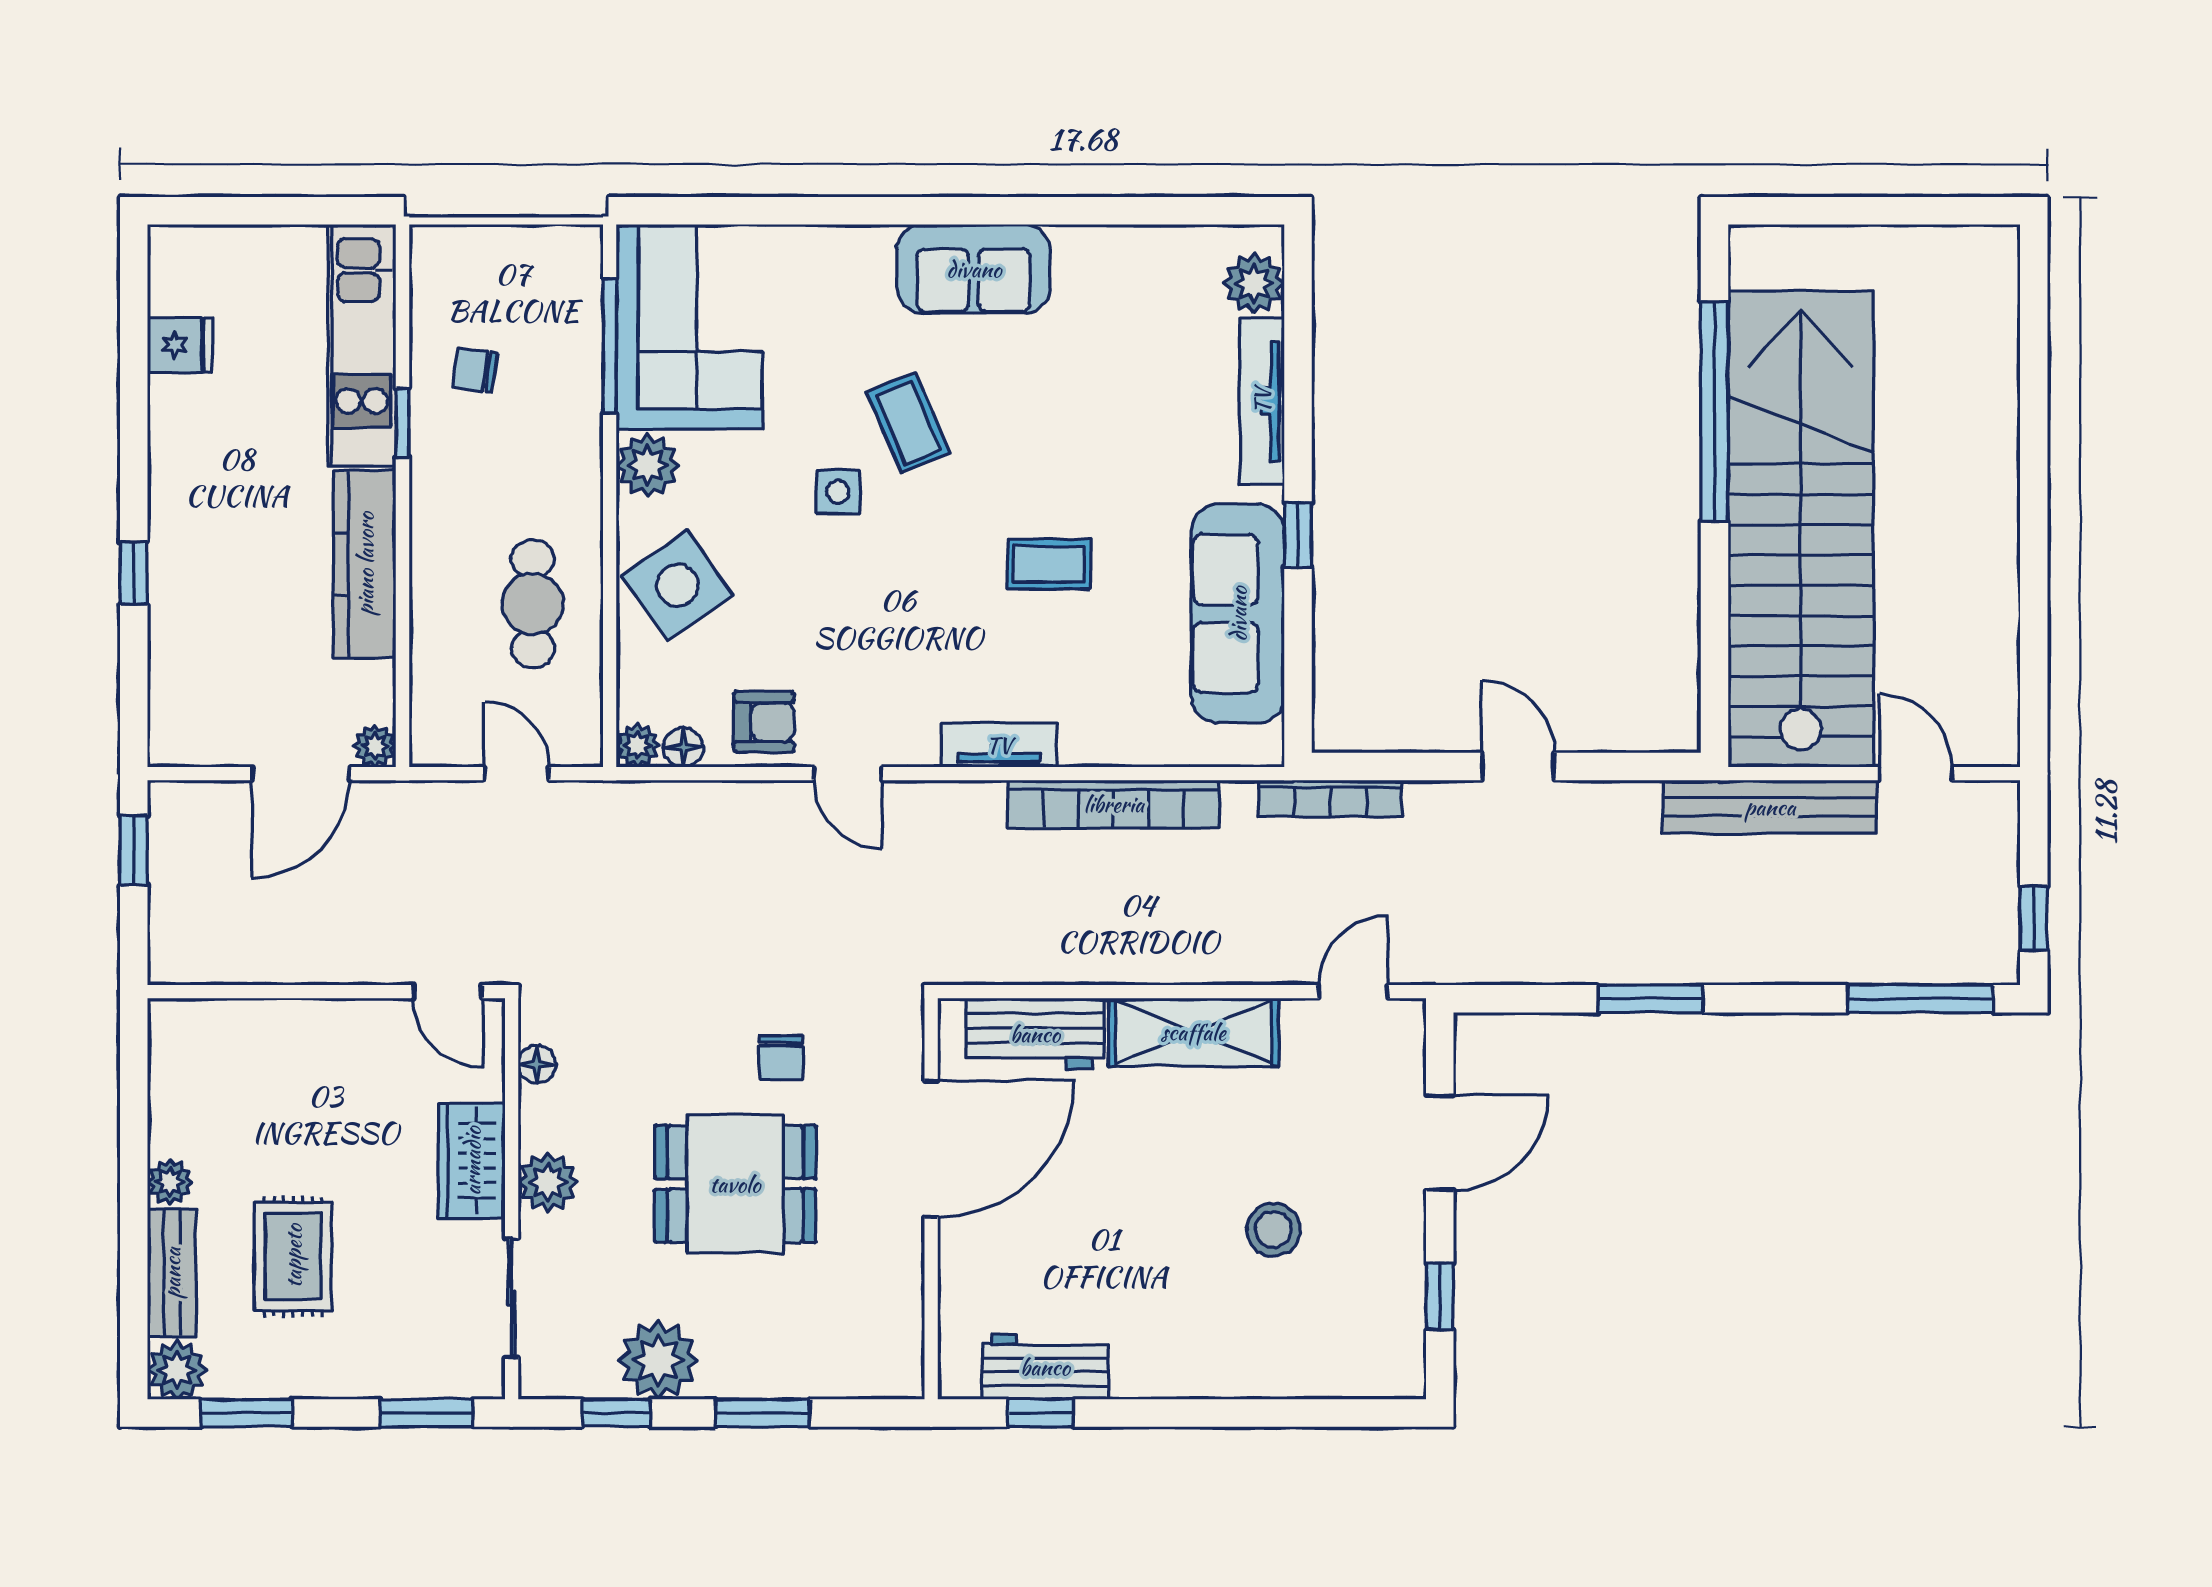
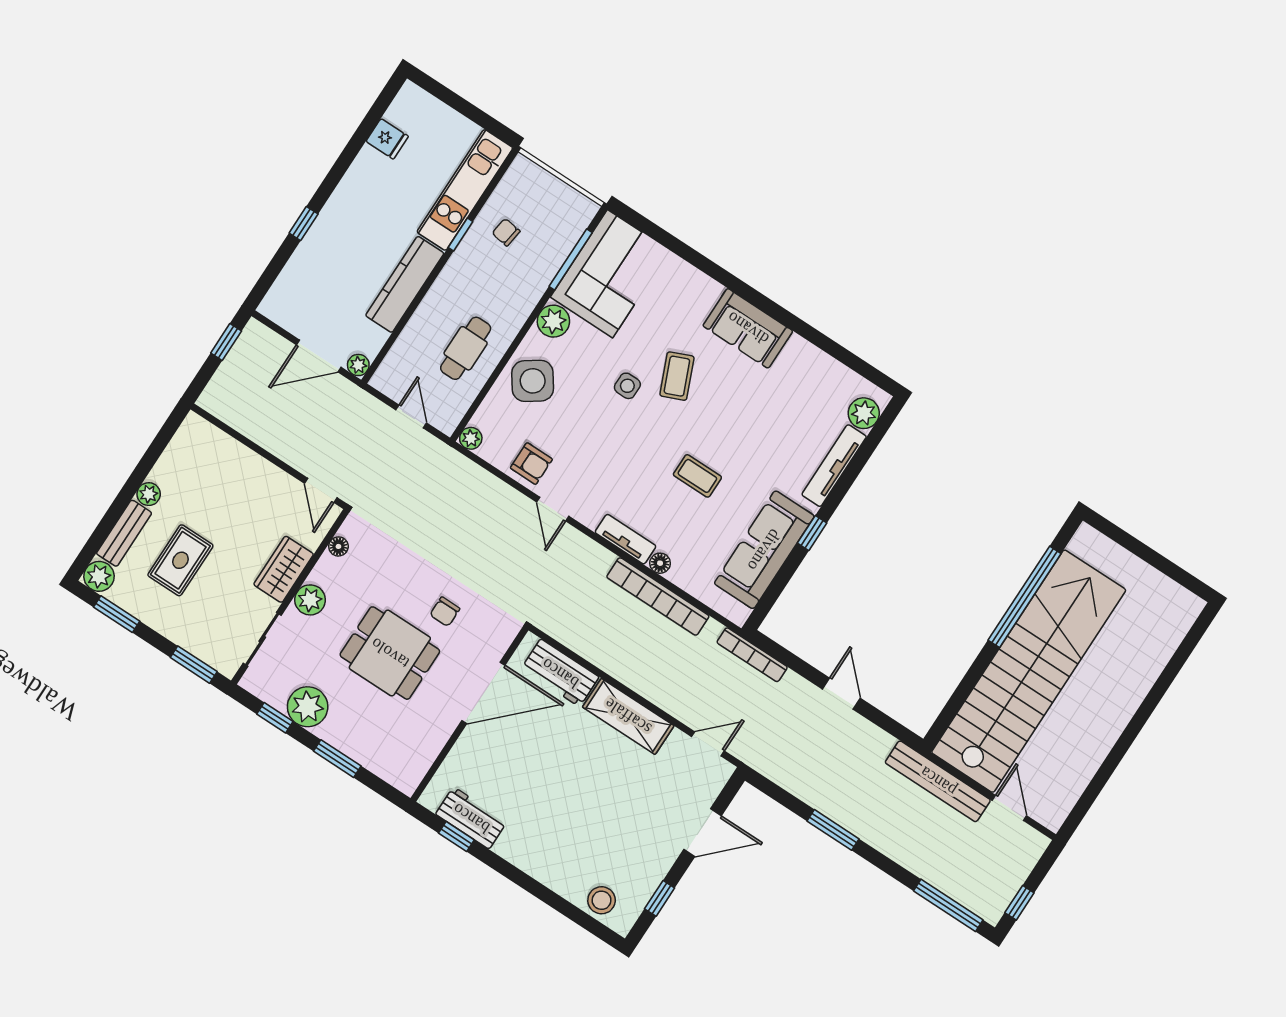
floor lamp: (683, 747) -> (660, 563), moved
stool: (1273, 1230) -> (602, 900), moved

